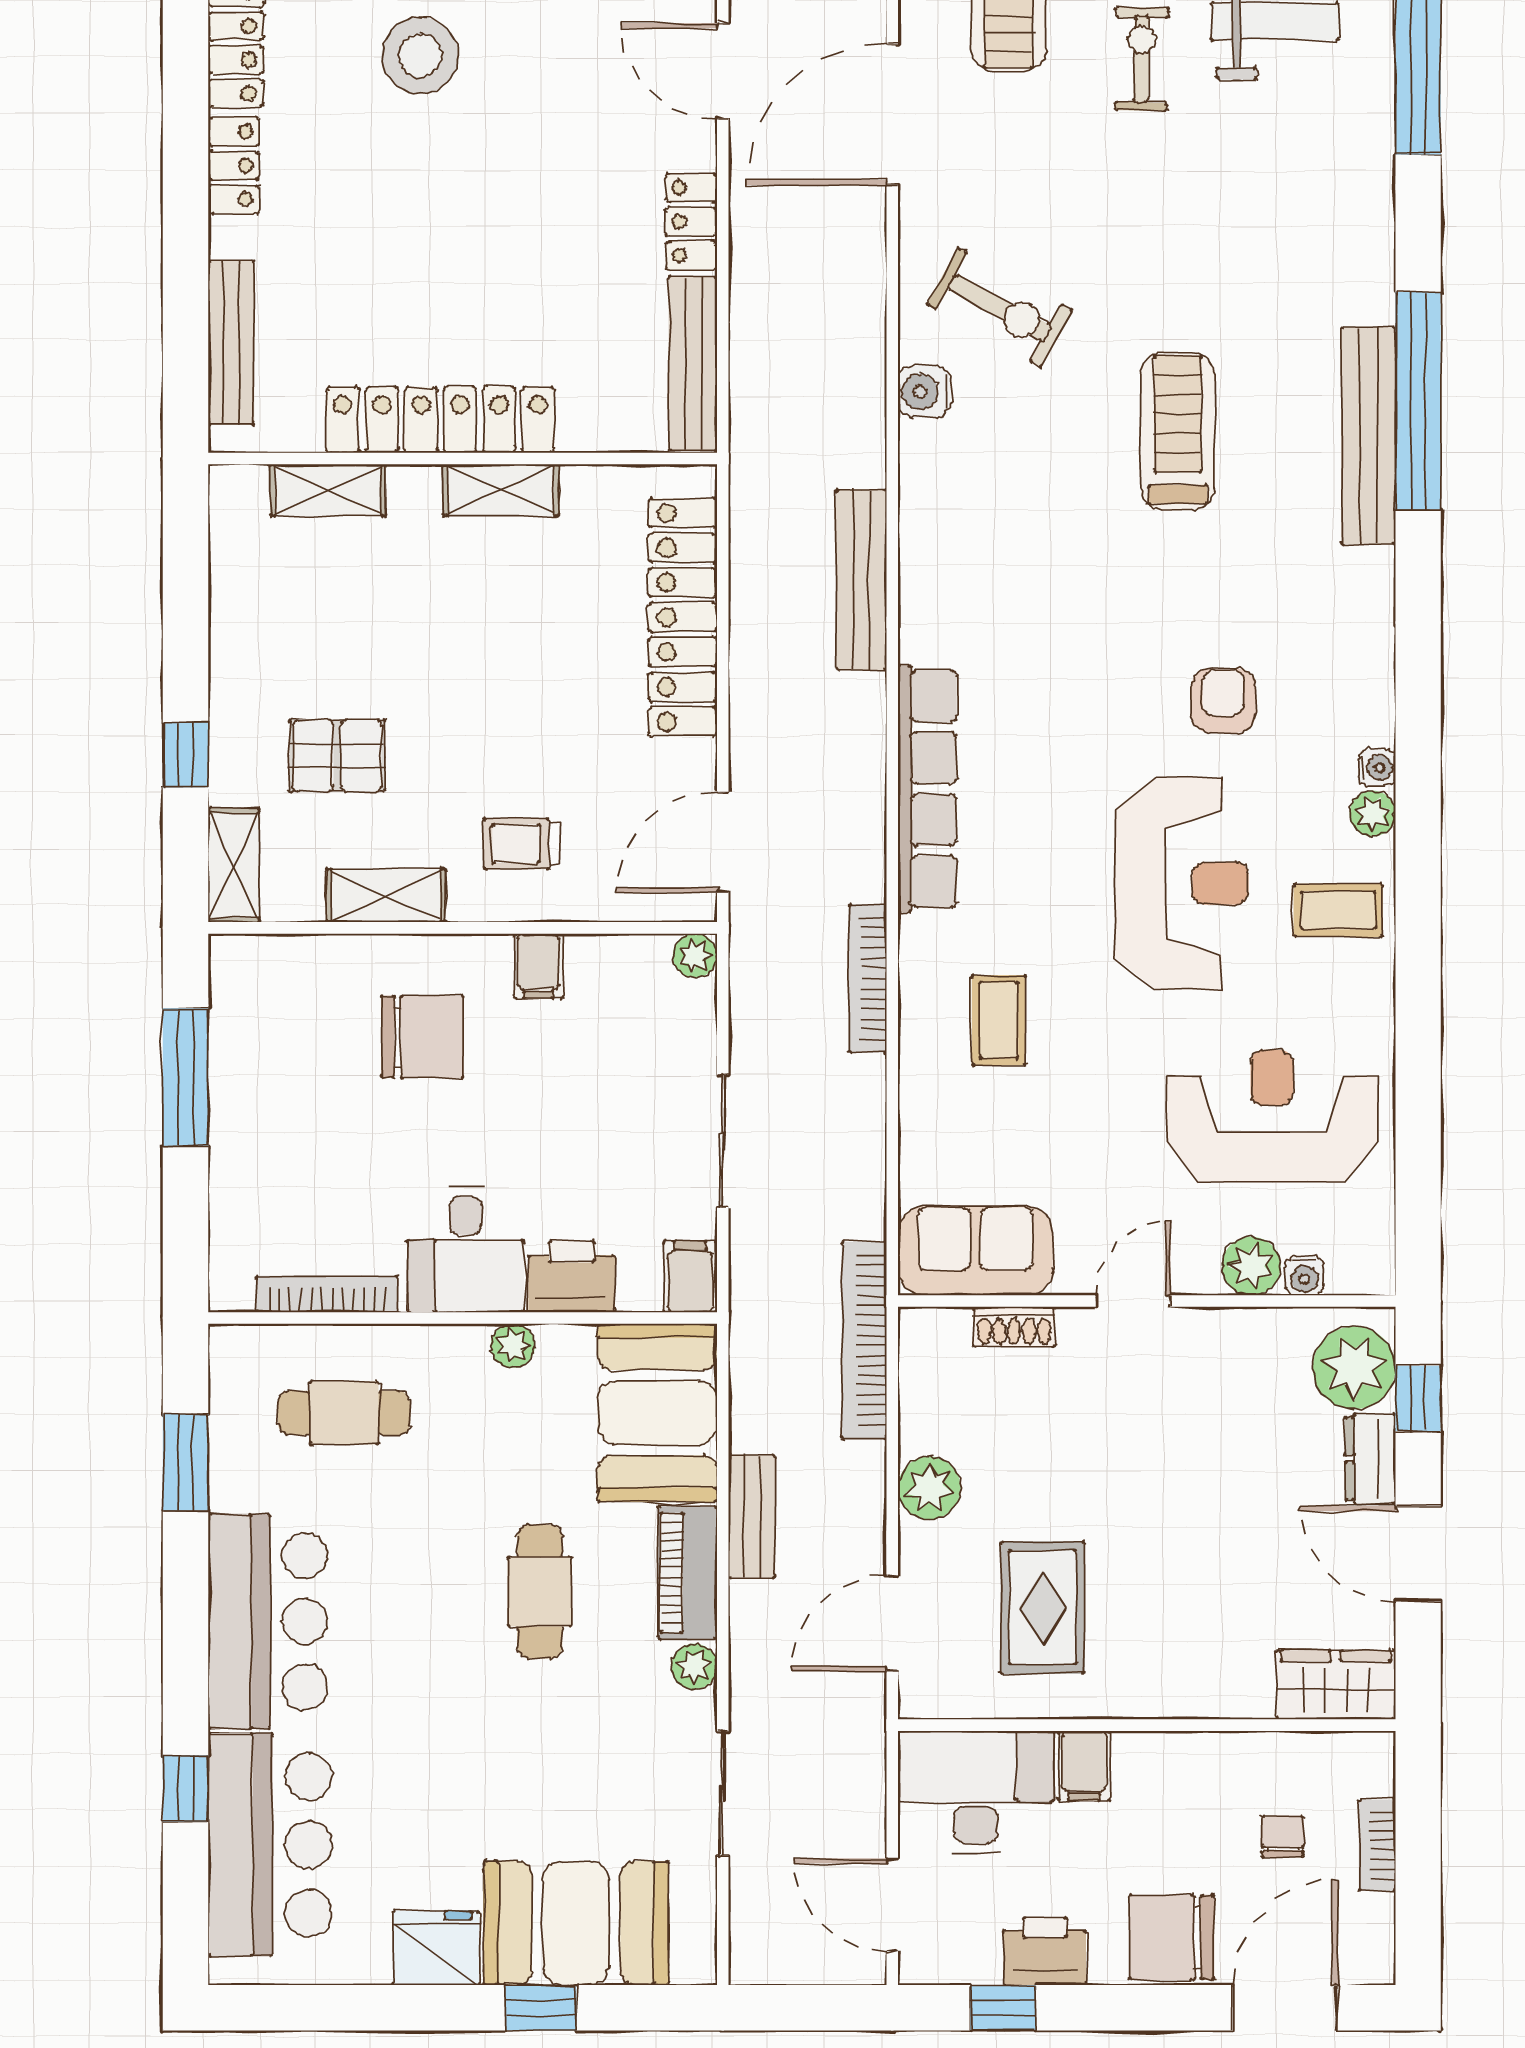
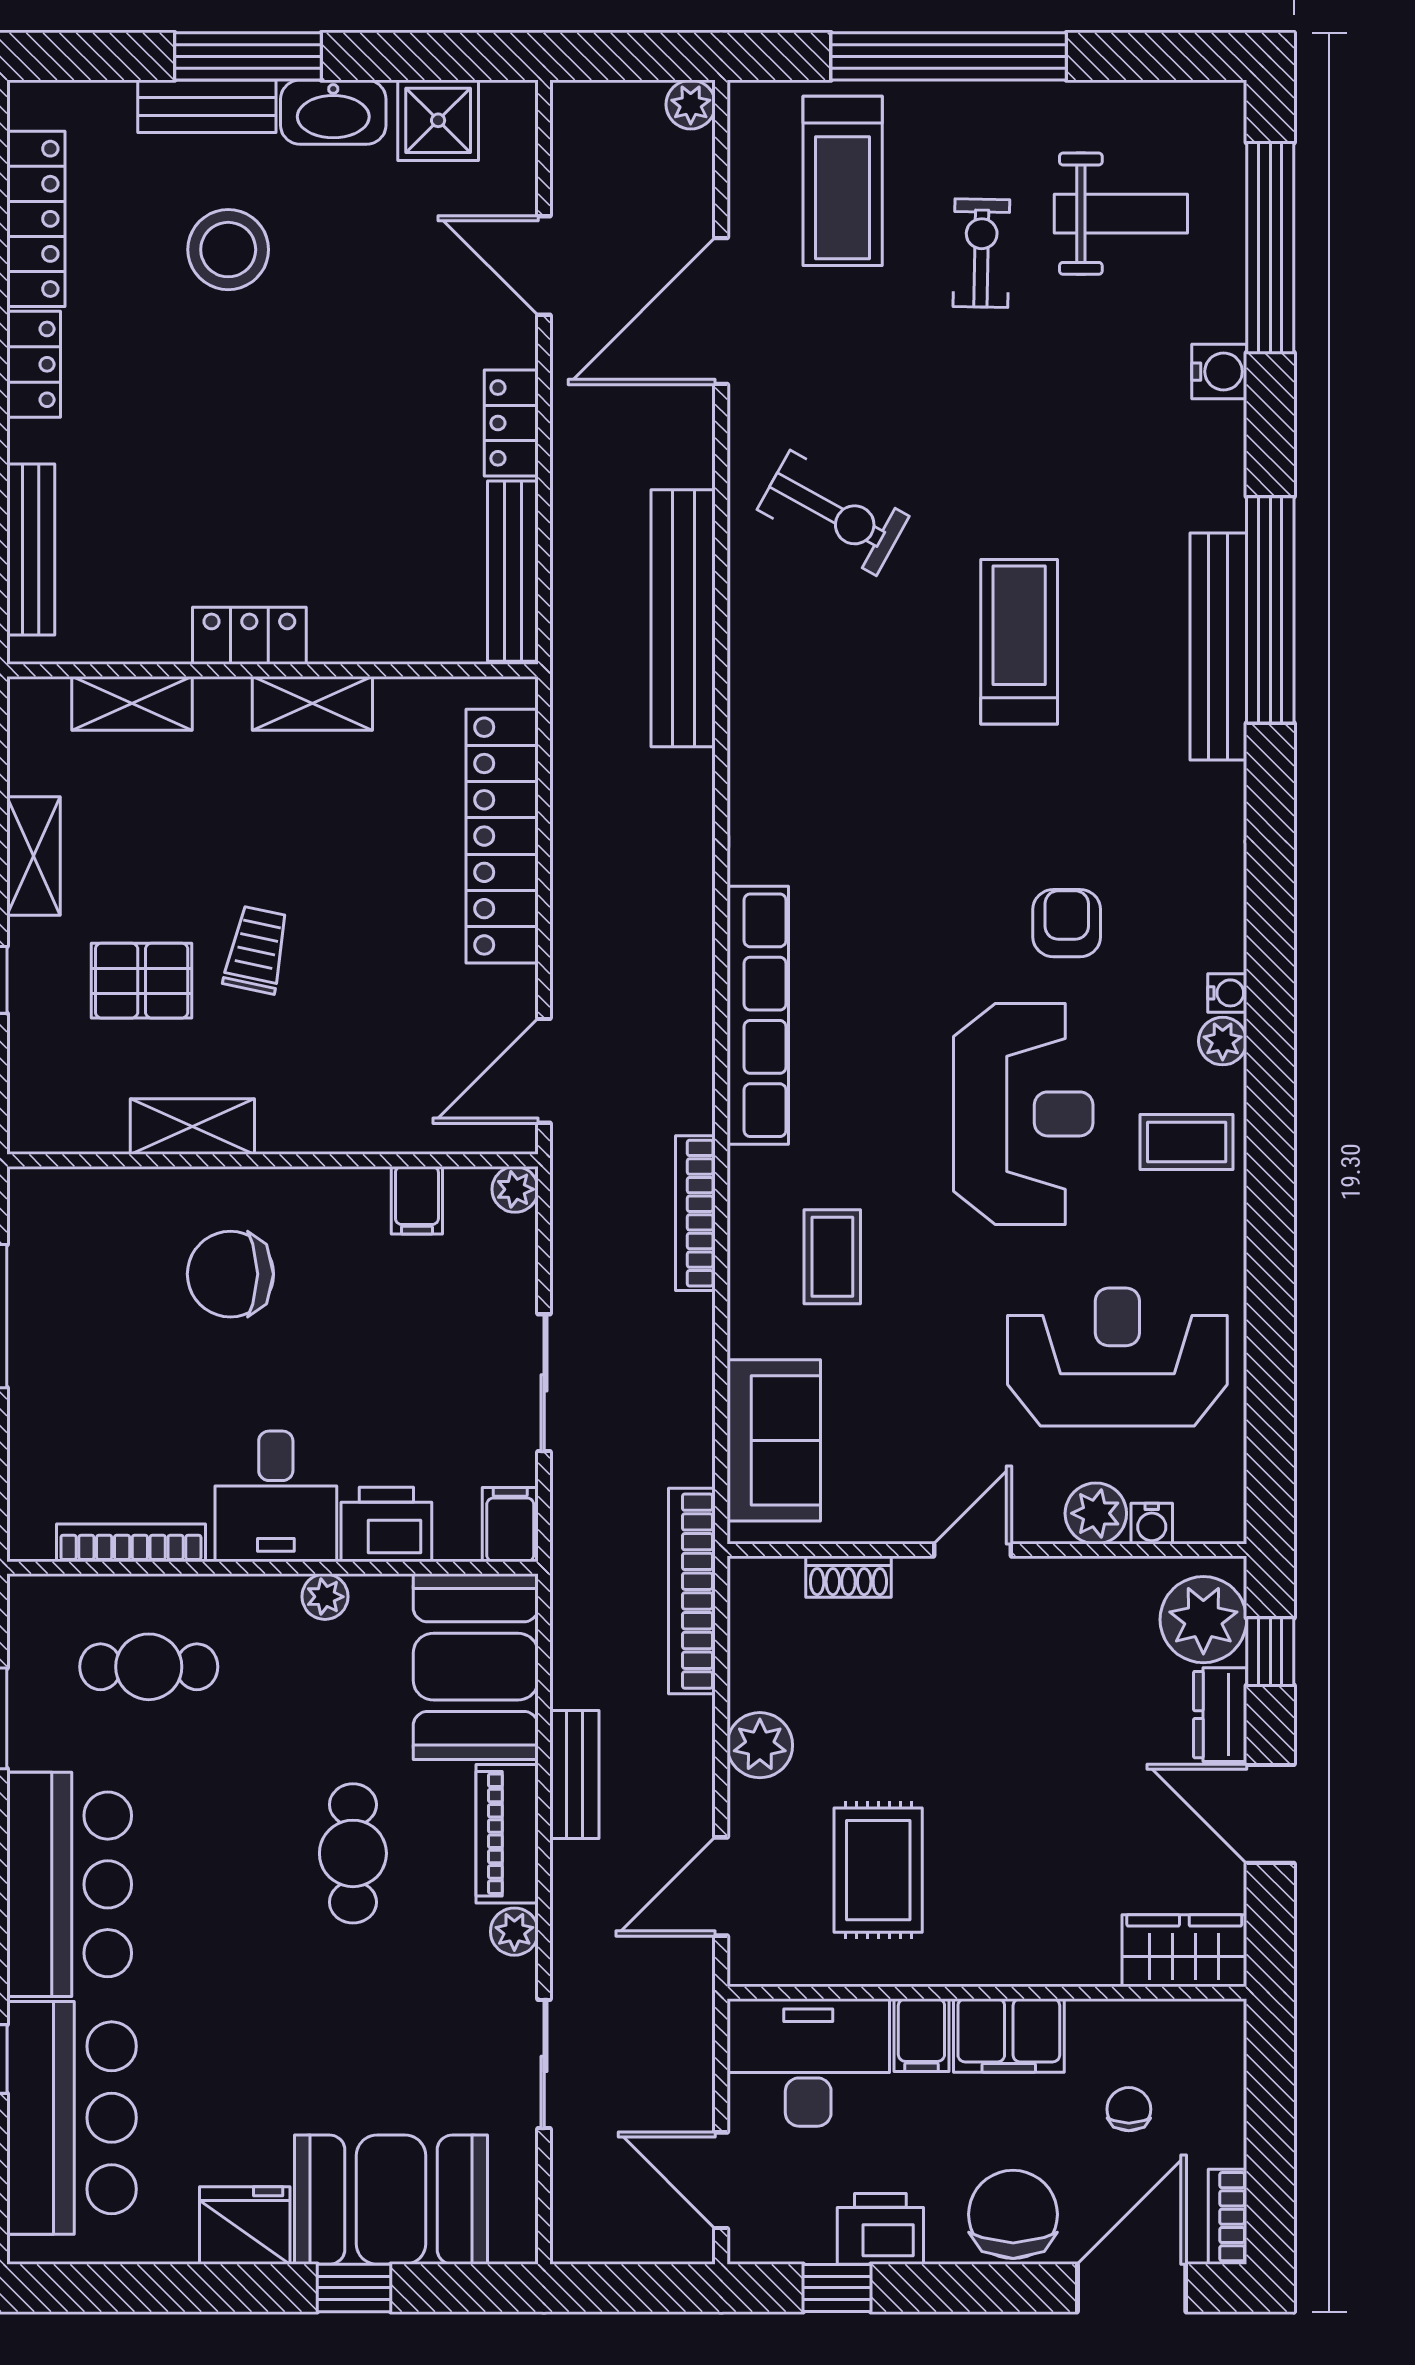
water cooler: (924, 392) -> (1219, 372), moved, turned 180
locker: (440, 420) -> (249, 636), width x0.46, depth x0.83
bench: (861, 580) -> (683, 618), moved, width x1.37, depth x1.21
trolley: (521, 844) -> (257, 950), moved, turned 102
shelving: (234, 865) -> (34, 856), moved
filing cabinet: (538, 966) -> (417, 1200), moved
chair: (422, 1037) -> (230, 1274), turned 180
sofa: (975, 1251) -> (774, 1440), moved, turned 90
filing cabinet: (1168, 1766) -> (1009, 2036), added
bookcase: (1377, 1845) -> (1227, 2217), moved
chair: (1172, 1937) -> (1013, 2214), turned 90

